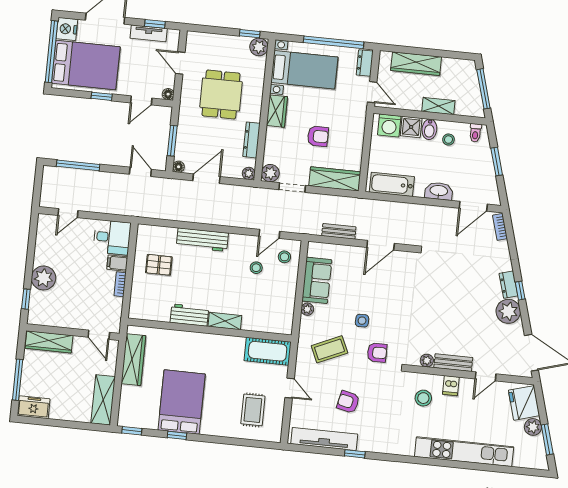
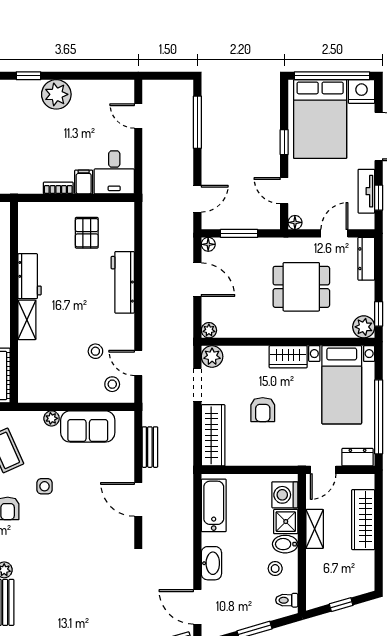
window: (483, 89) -> (341, 605), width x0.46
shelving: (438, 106) -> (315, 529), moved
dresser: (251, 140) -> (366, 259), moved, turned -90

